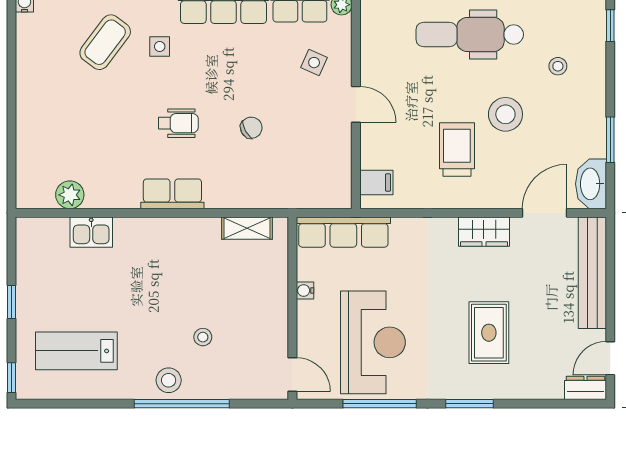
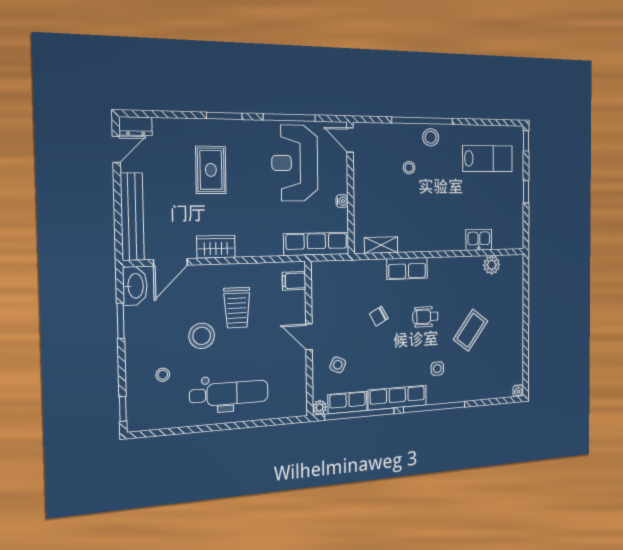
coffee table: (105, 42) -> (471, 330), moved
row of seats: (172, 194) -> (407, 268), moved

